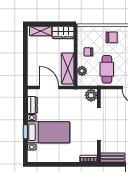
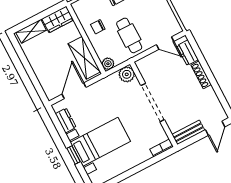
plant: (82, 71) -> (108, 64), moved
door: (49, 87) -> (74, 91), hinge flipped

